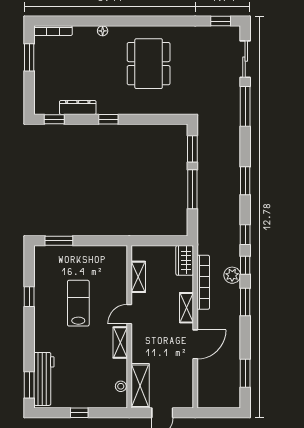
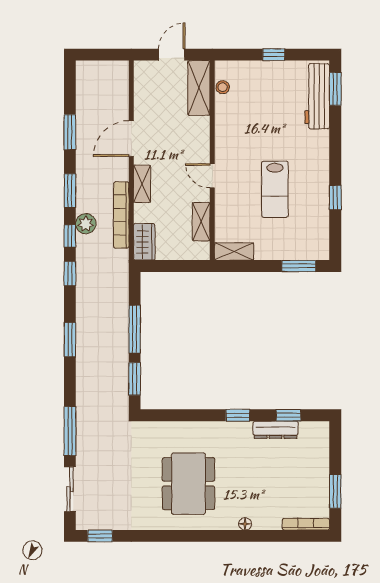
window: (54, 119) -> (288, 415), moved
door: (129, 314) -> (212, 176), swing flipped
shelving: (120, 343) -> (234, 251), moved, turned 90
window: (245, 373) -> (70, 132), moved

